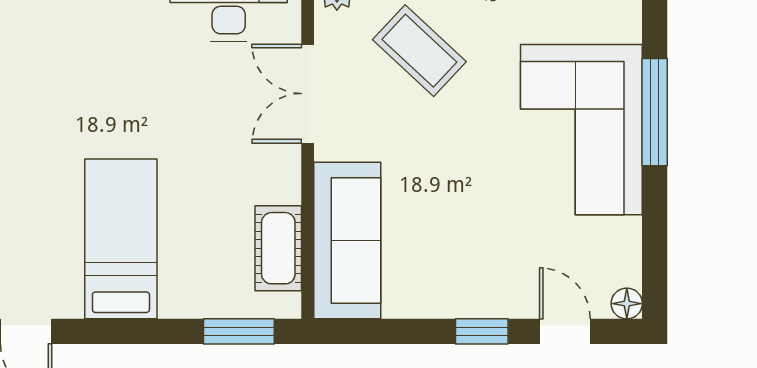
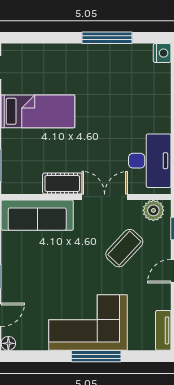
cot: (278, 248) -> (62, 183), moved

